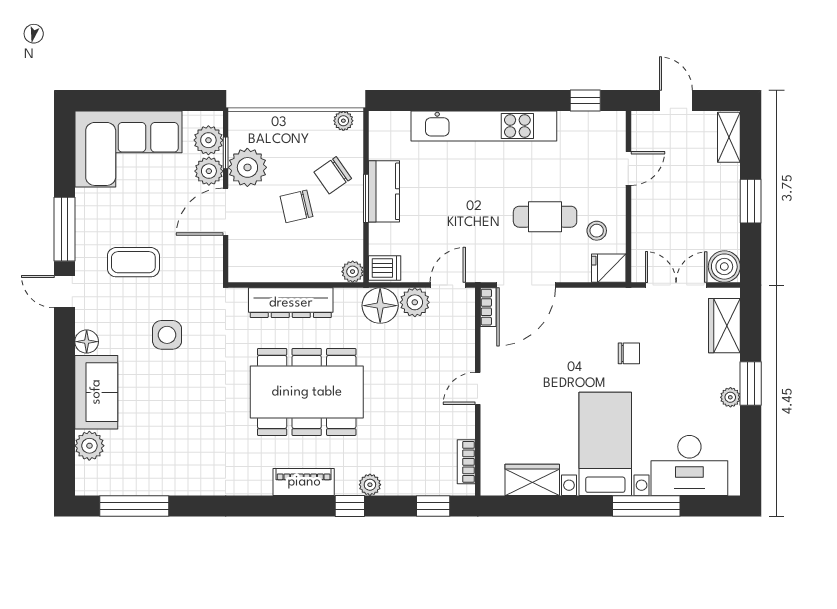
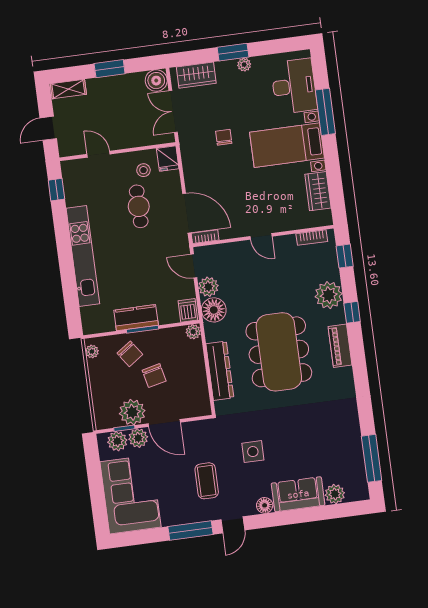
plant: (370, 485) -> (329, 295), width x1.87, depth x1.87

